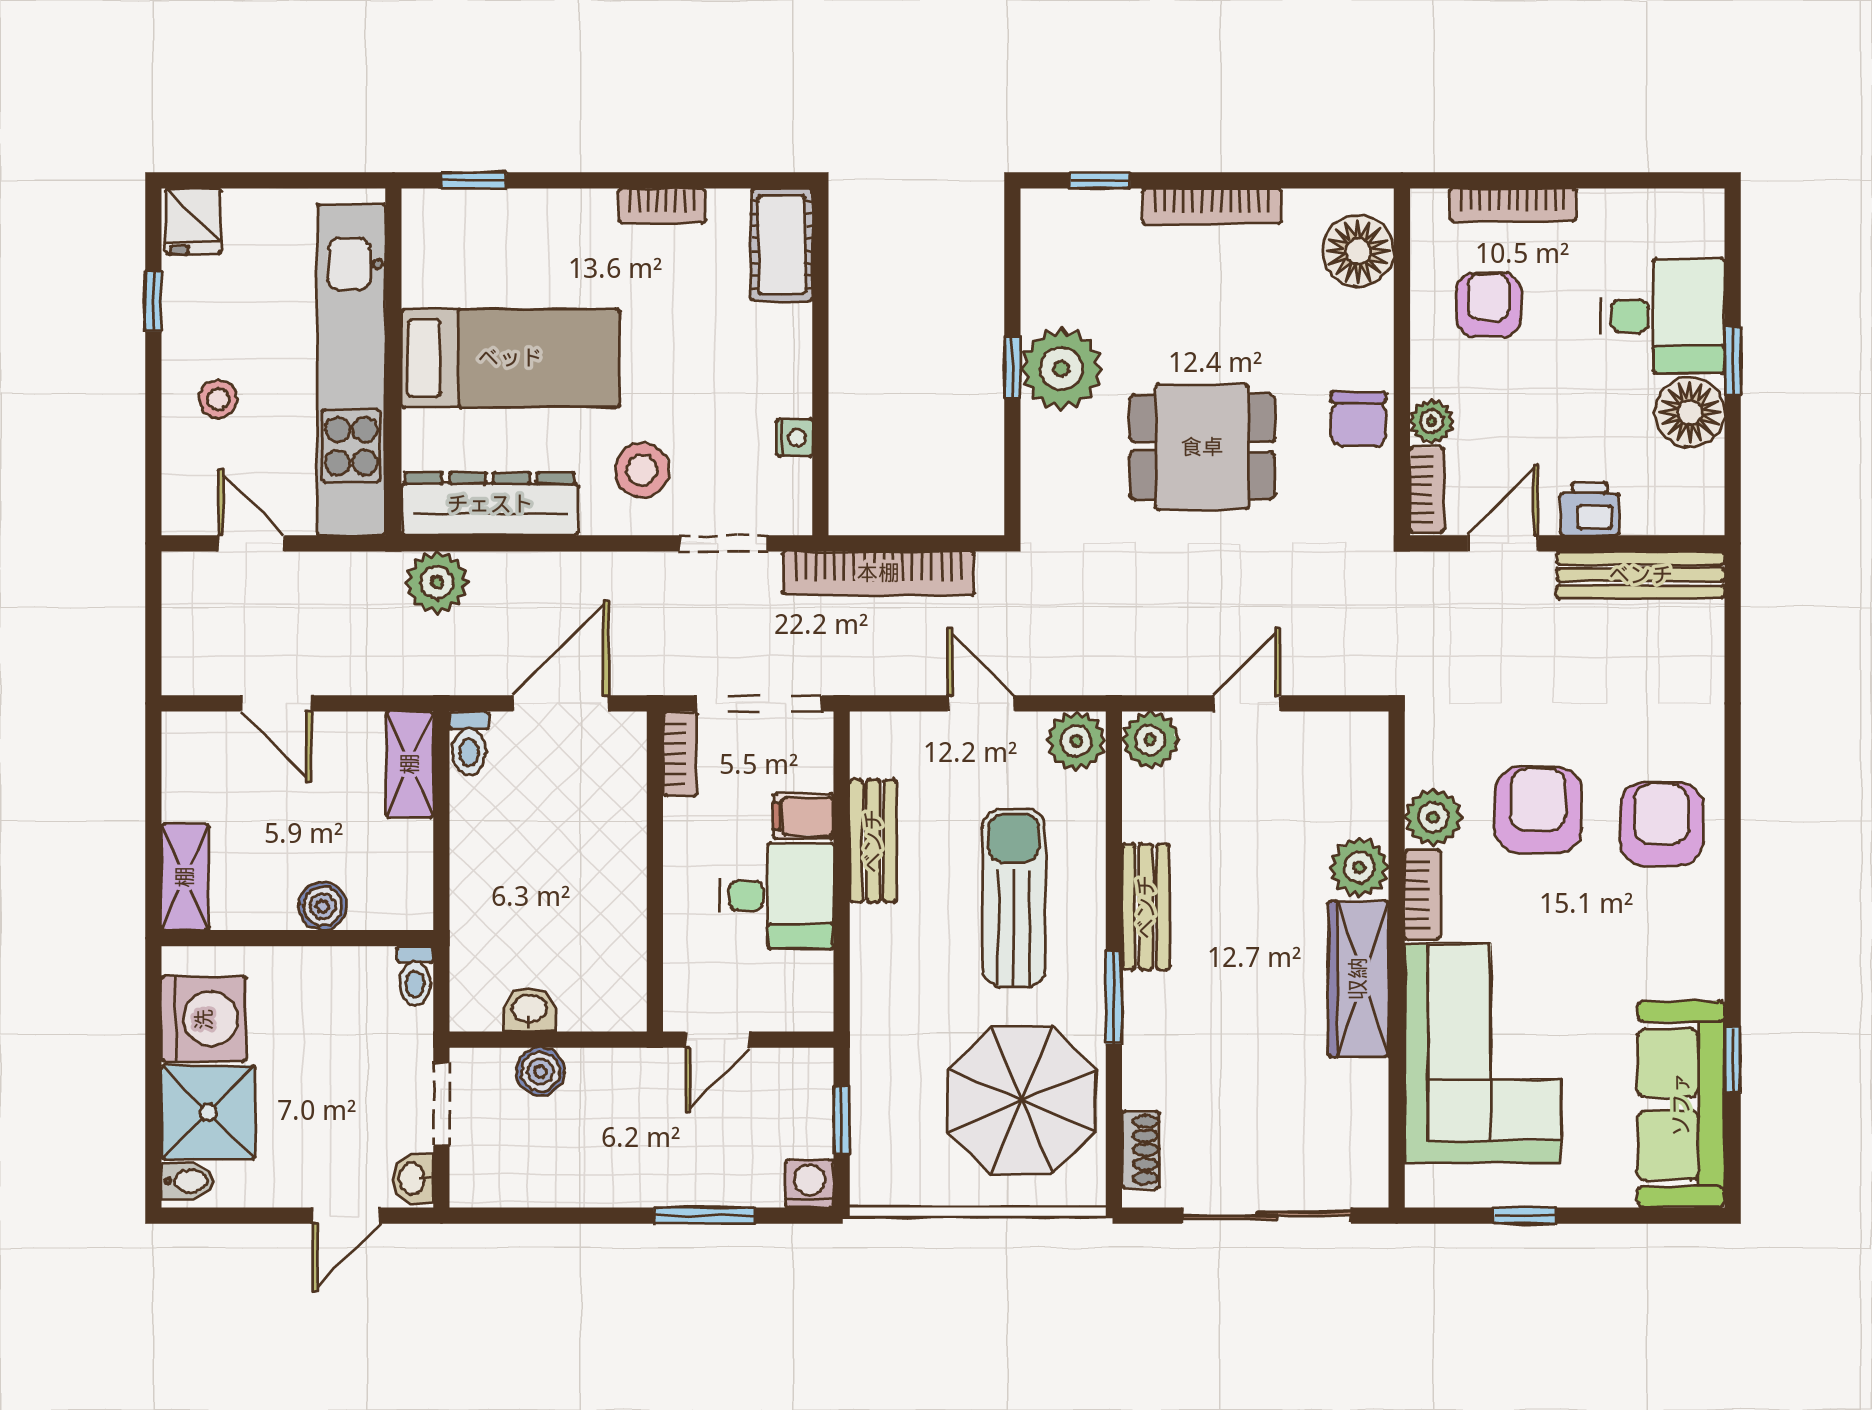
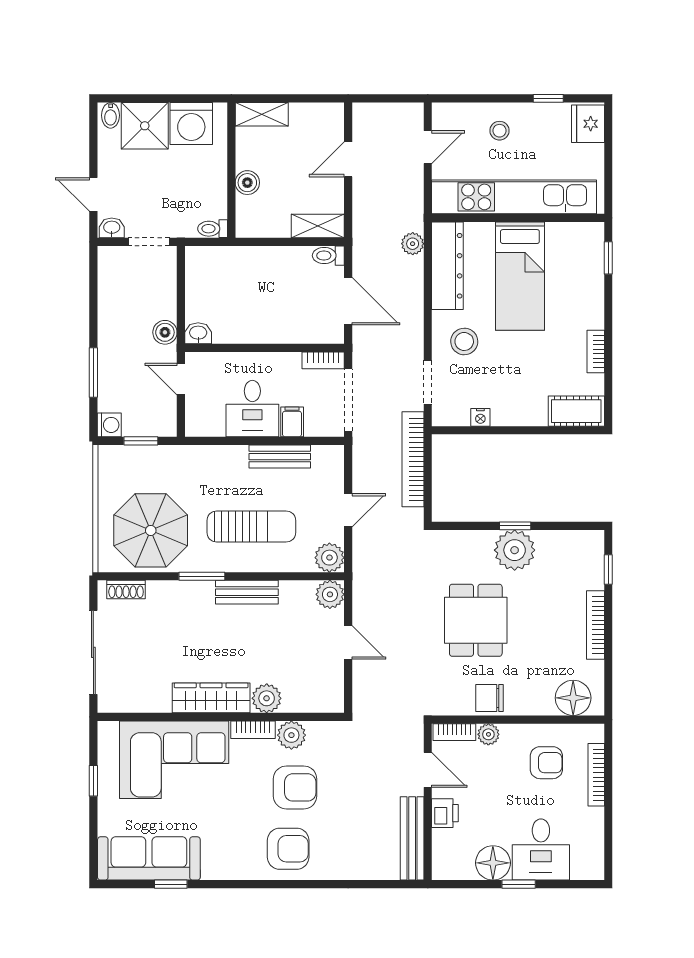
fridge: (193, 221) -> (588, 124), width x1.38
plant: (437, 582) -> (413, 244), width x0.73, depth x0.73
washbasin: (529, 1010) -> (198, 333), moved, turned -90
boiler: (540, 1072) -> (165, 332), moved

